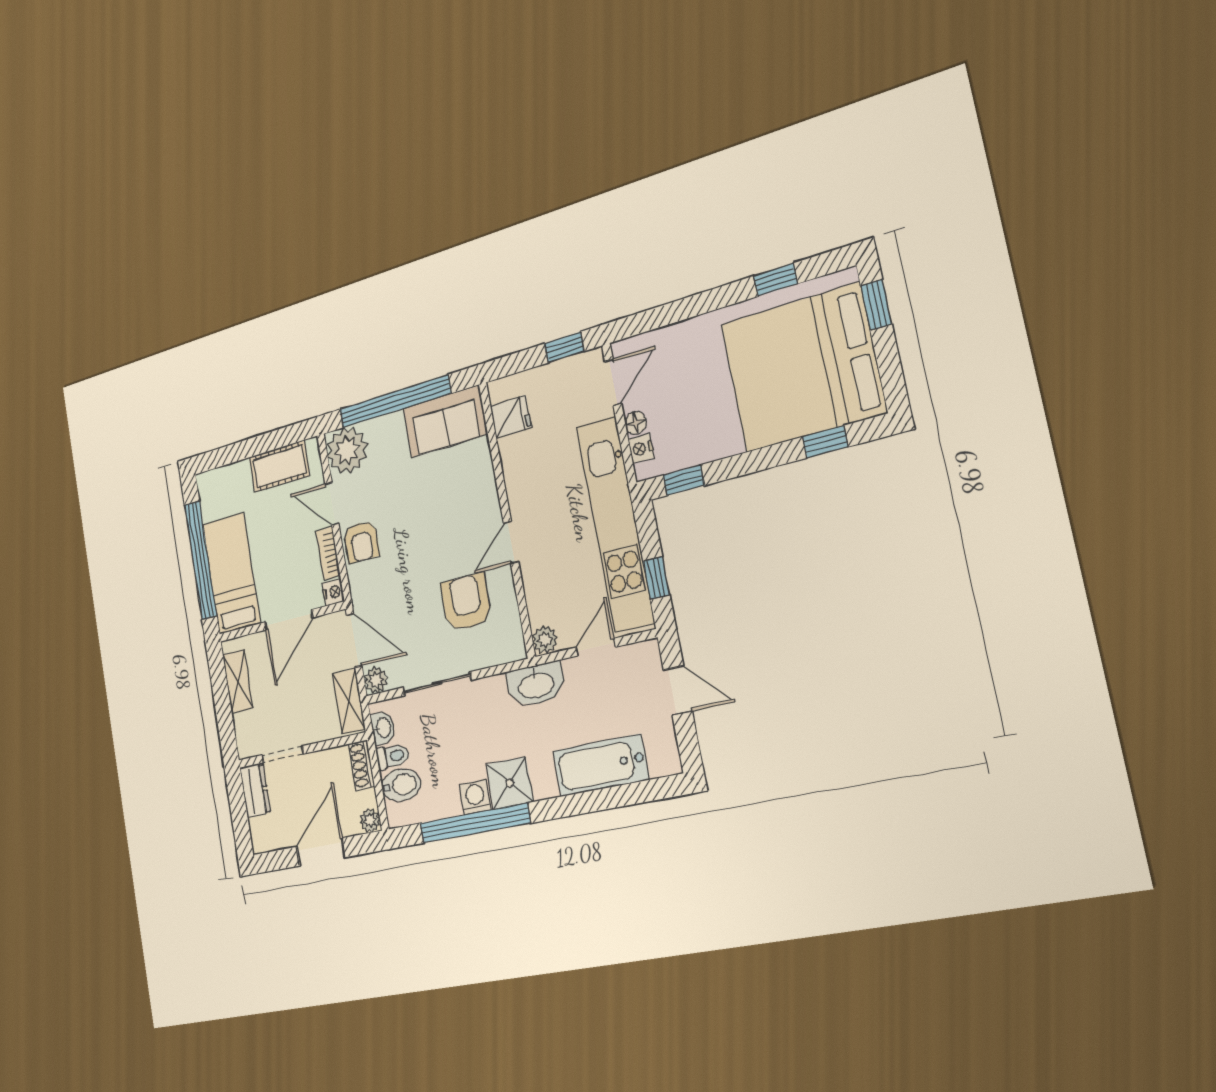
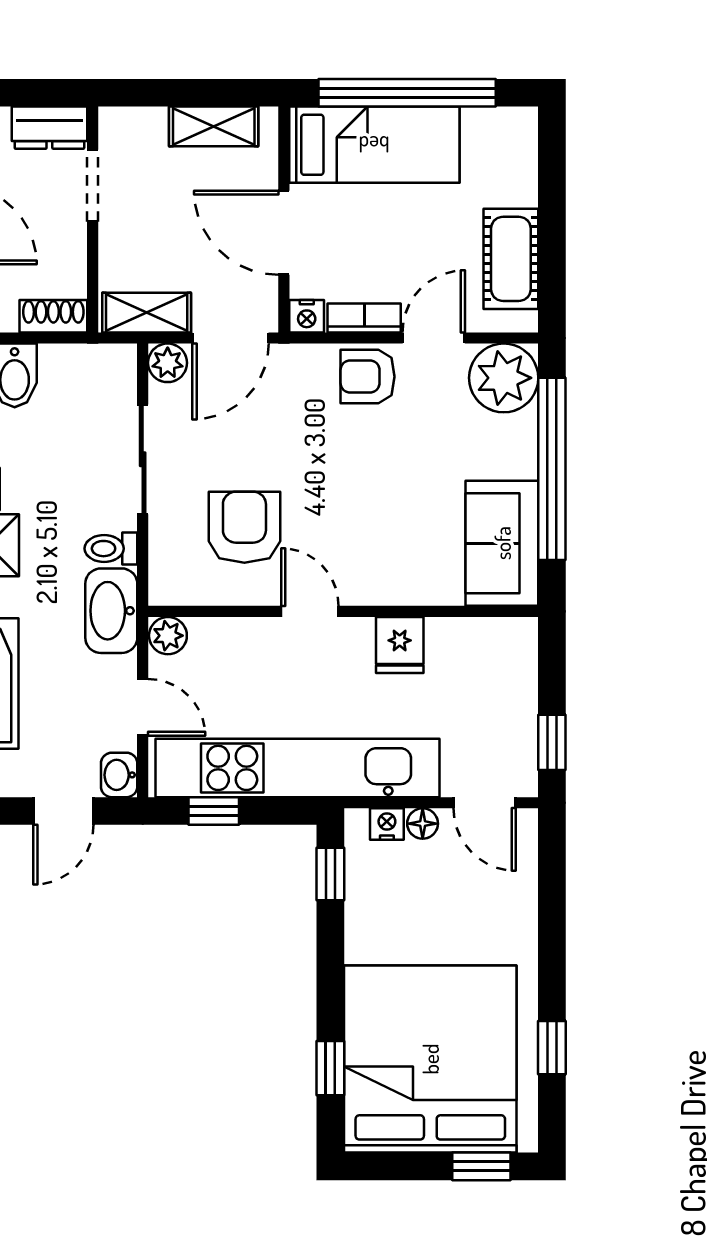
fridge: (511, 417) -> (400, 645), moved
armchair: (466, 602) -> (244, 527), turned -90
washbasin: (383, 728) -> (119, 775), moved, turned 90
toilet: (393, 756) -> (111, 549), moved, turned 90

